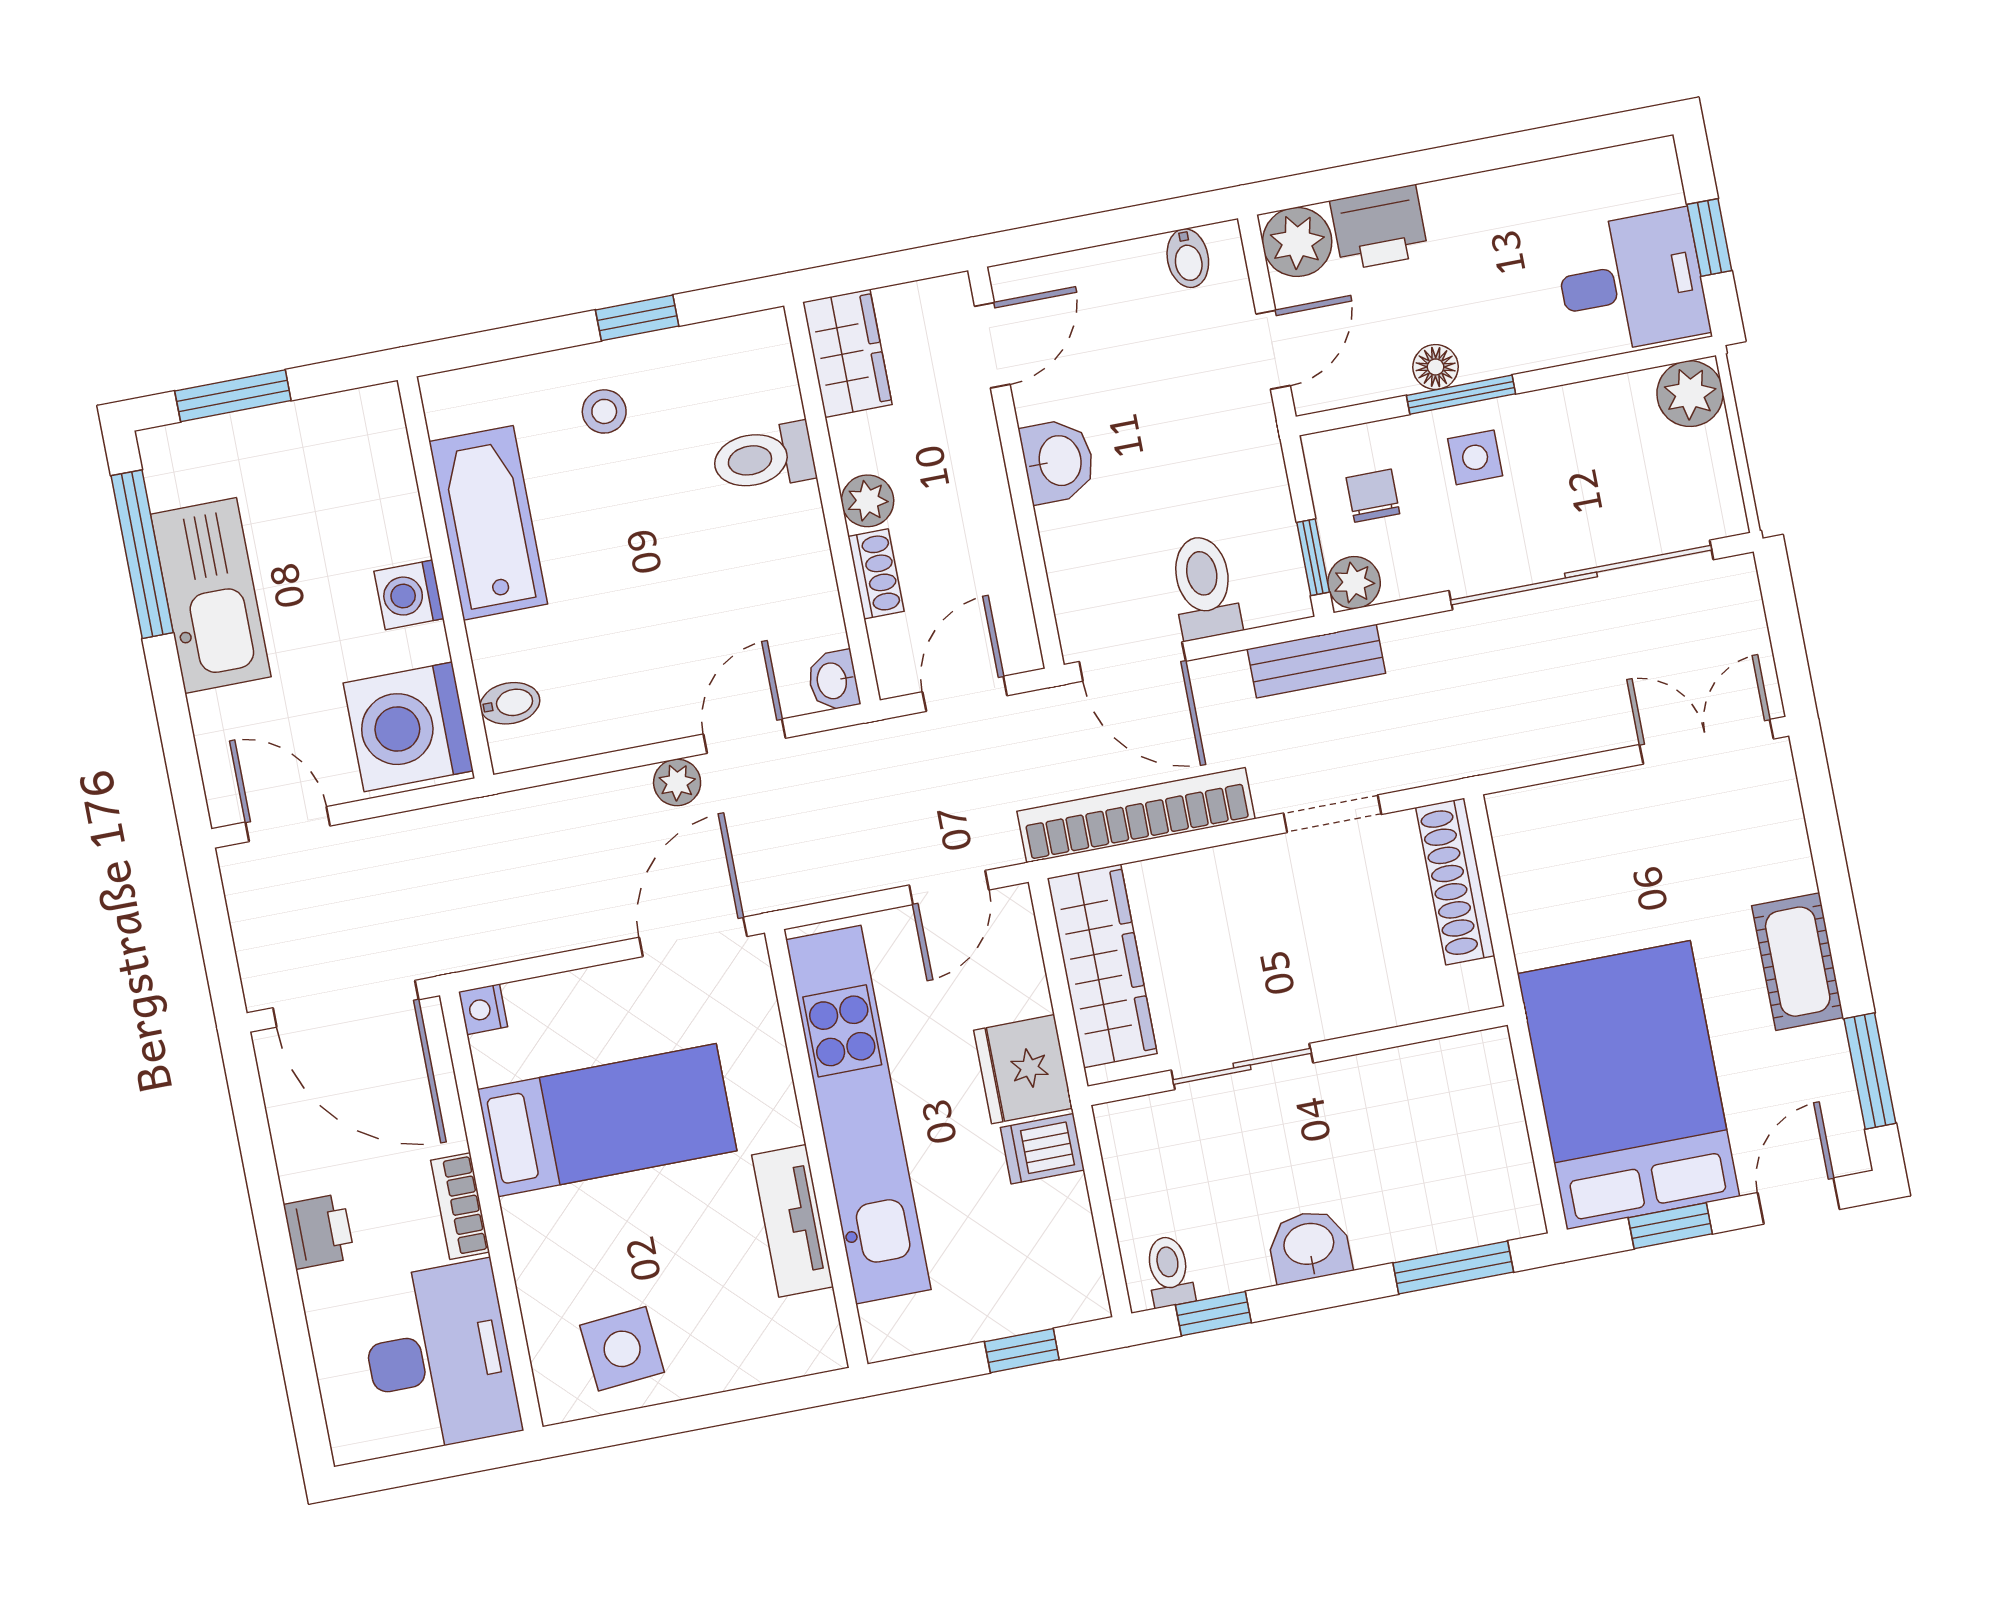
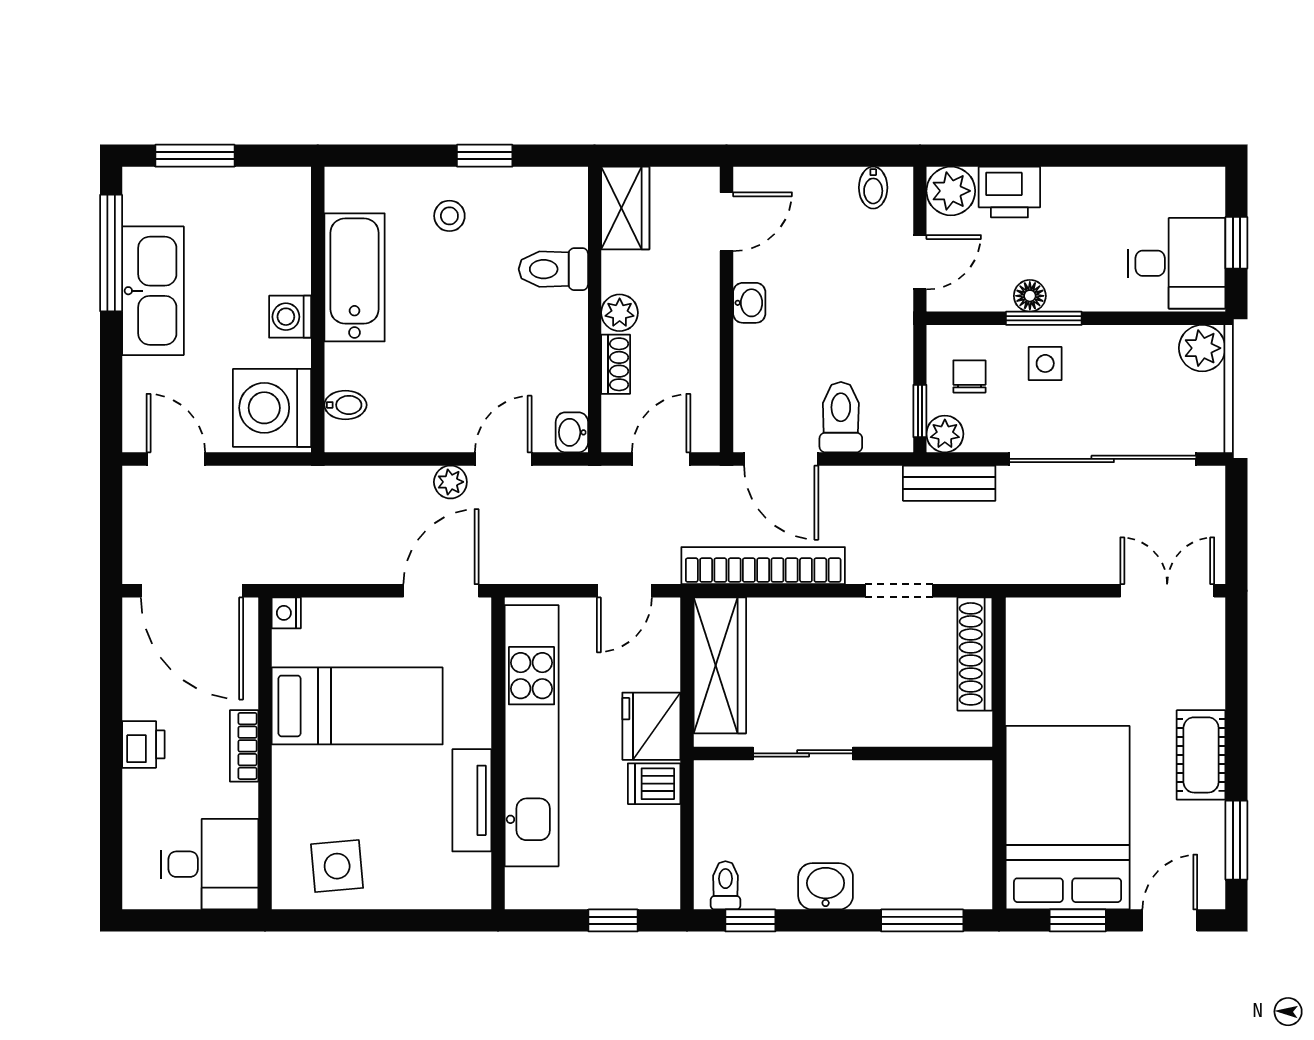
washbasin: (1058, 461) -> (749, 303), width x0.72, depth x0.69
bench: (1316, 661) -> (949, 483), moved
desk: (439, 1357) -> (209, 864), width x0.73

